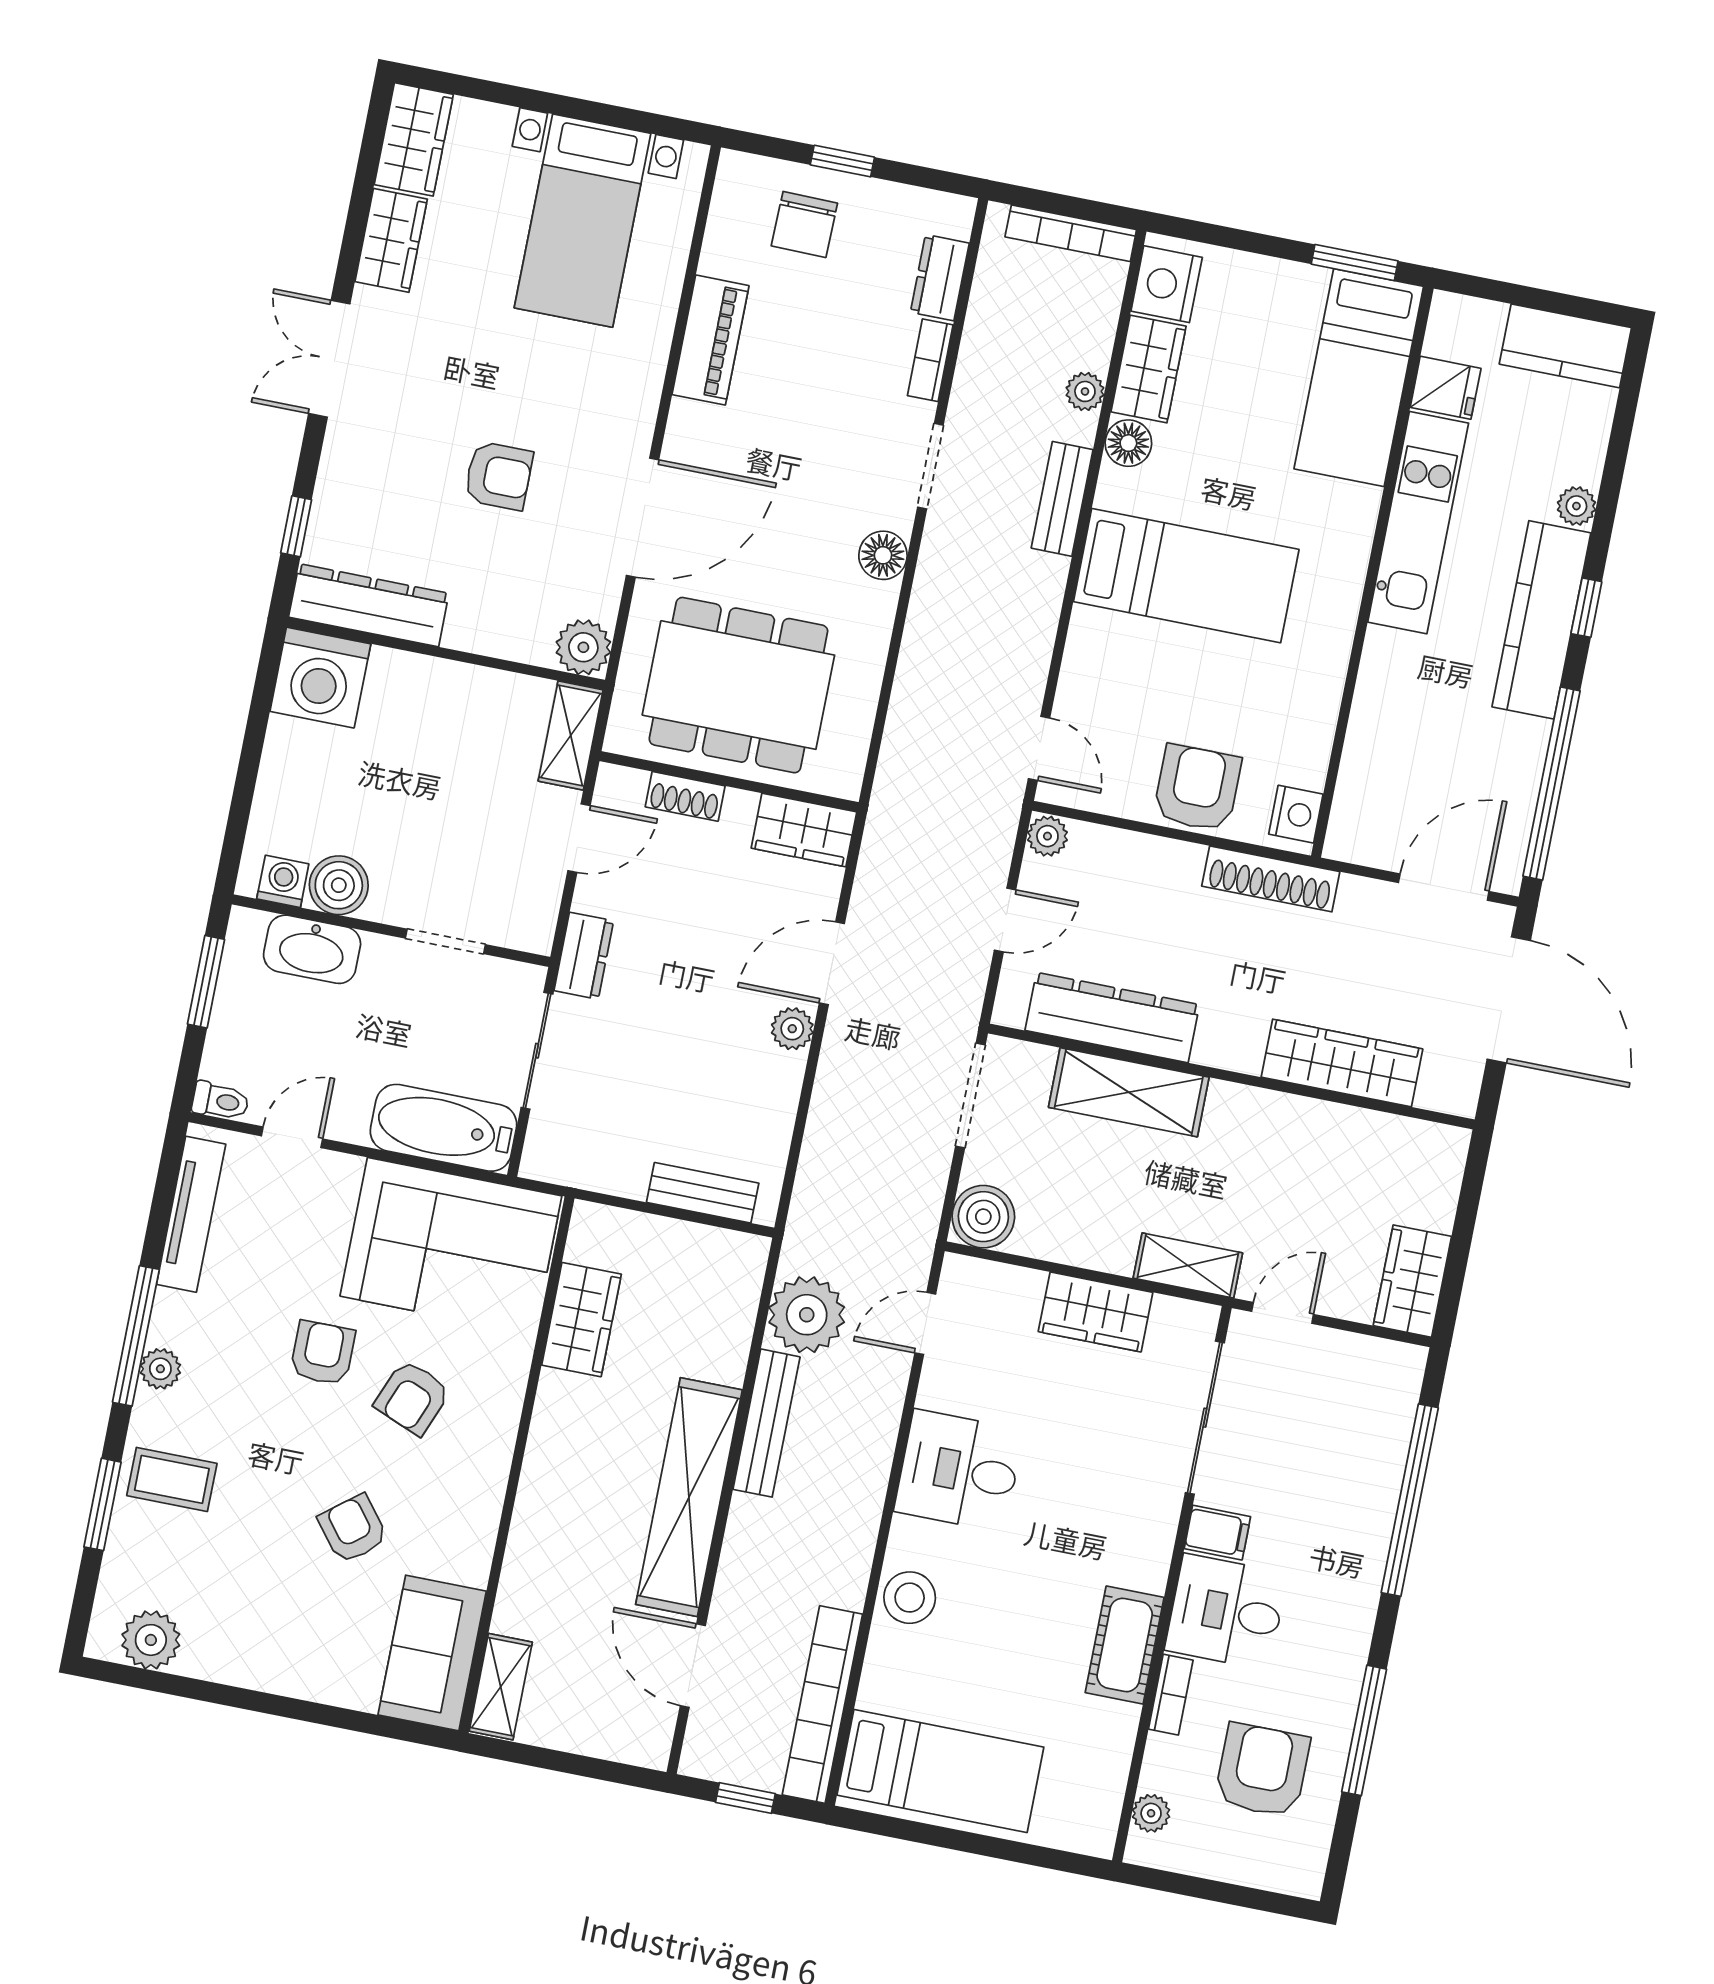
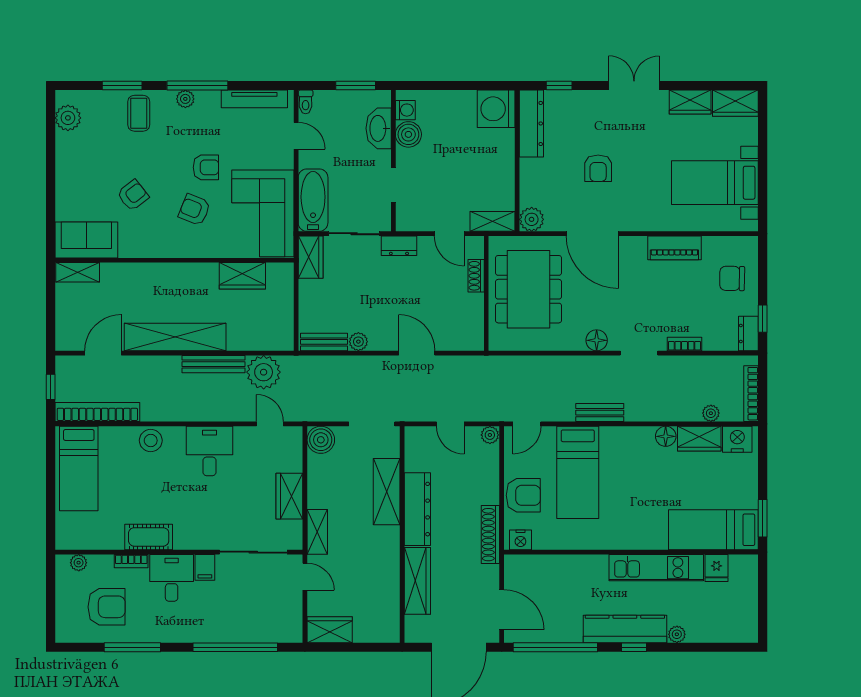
window: (842, 161) -> (763, 319), moved
dresser: (940, 278) -> (748, 333), moved, turned -90
kitchen counter: (1565, 346) -> (745, 616), removed
plant: (1085, 391) -> (711, 413), moved
bench: (1062, 499) -> (600, 413), moved
bed: (1186, 576) -> (578, 472), moved
wardrobe: (804, 830) -> (311, 257), moved, turned 180
dresser: (1112, 1017) -> (417, 509), moved
plant: (792, 1029) -> (358, 342), moved
bench: (703, 1193) -> (324, 342), moved, turned 90

